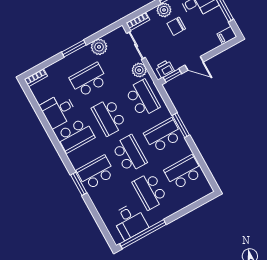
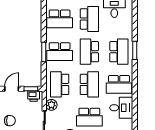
door: (194, 63) -> (12, 89), hinge flipped
school desk: (75, 135) -> (119, 84), turned 180
school desk: (96, 172) -> (119, 52), turned -90

